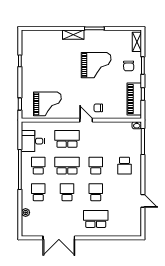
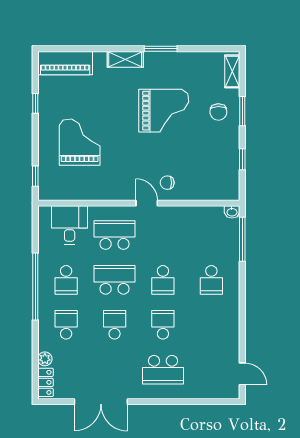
piano: (134, 99) -> (65, 63), moved, turned -90
grand piano: (47, 104) -> (80, 142), moved, turned -90
desk: (33, 141) -> (70, 225), moved, turned 90
school desk: (38, 166) -> (66, 280), turned 180
school desk: (96, 166) -> (163, 280), turned 180
door: (143, 201) -> (242, 374), moved
school desk: (96, 219) -> (163, 370), turned 180
locker: (26, 226) -> (45, 382), added

